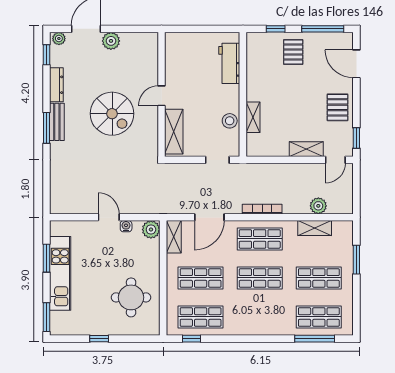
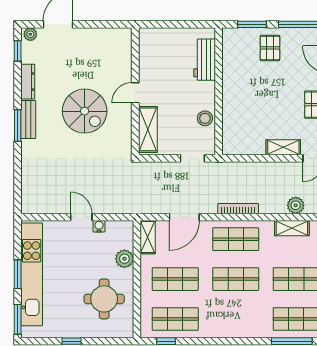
window: (276, 29) -> (252, 24), width x1.50
plant: (111, 41) -> (84, 37), removed
shelving: (253, 117) -> (229, 115), removed
plant: (151, 230) -> (124, 259), moved
window: (47, 258) -> (18, 274), moved
kitchen unit: (60, 273) -> (32, 274), width x1.36

